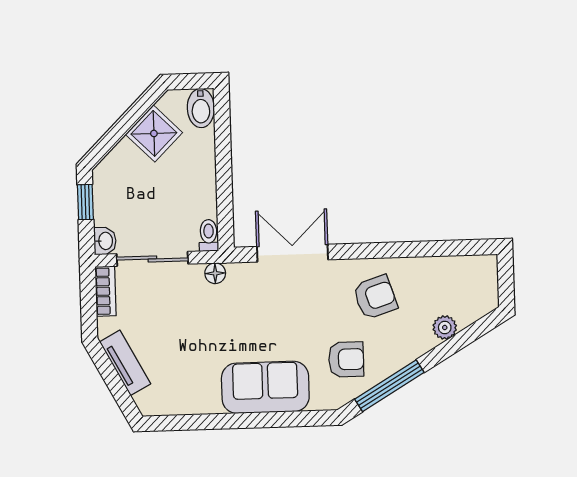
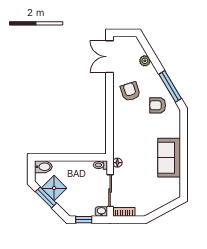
window: (132, 116) -> (46, 197), added
double door: (292, 253) -> (109, 57), moved
armchair: (346, 359) -> (158, 105), turned -90
tv unit: (125, 363) -> (156, 204), removed
sofa: (265, 387) -> (169, 158), moved

